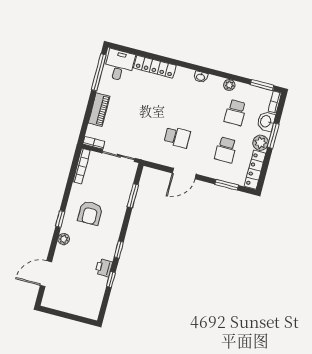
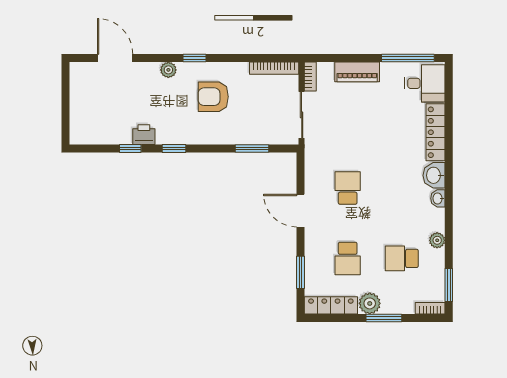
washbasin: (266, 121) -> (434, 175), moved, turned -90
school desk: (177, 137) -> (348, 188), turned 180
school desk: (226, 150) -> (348, 258), turned -90

